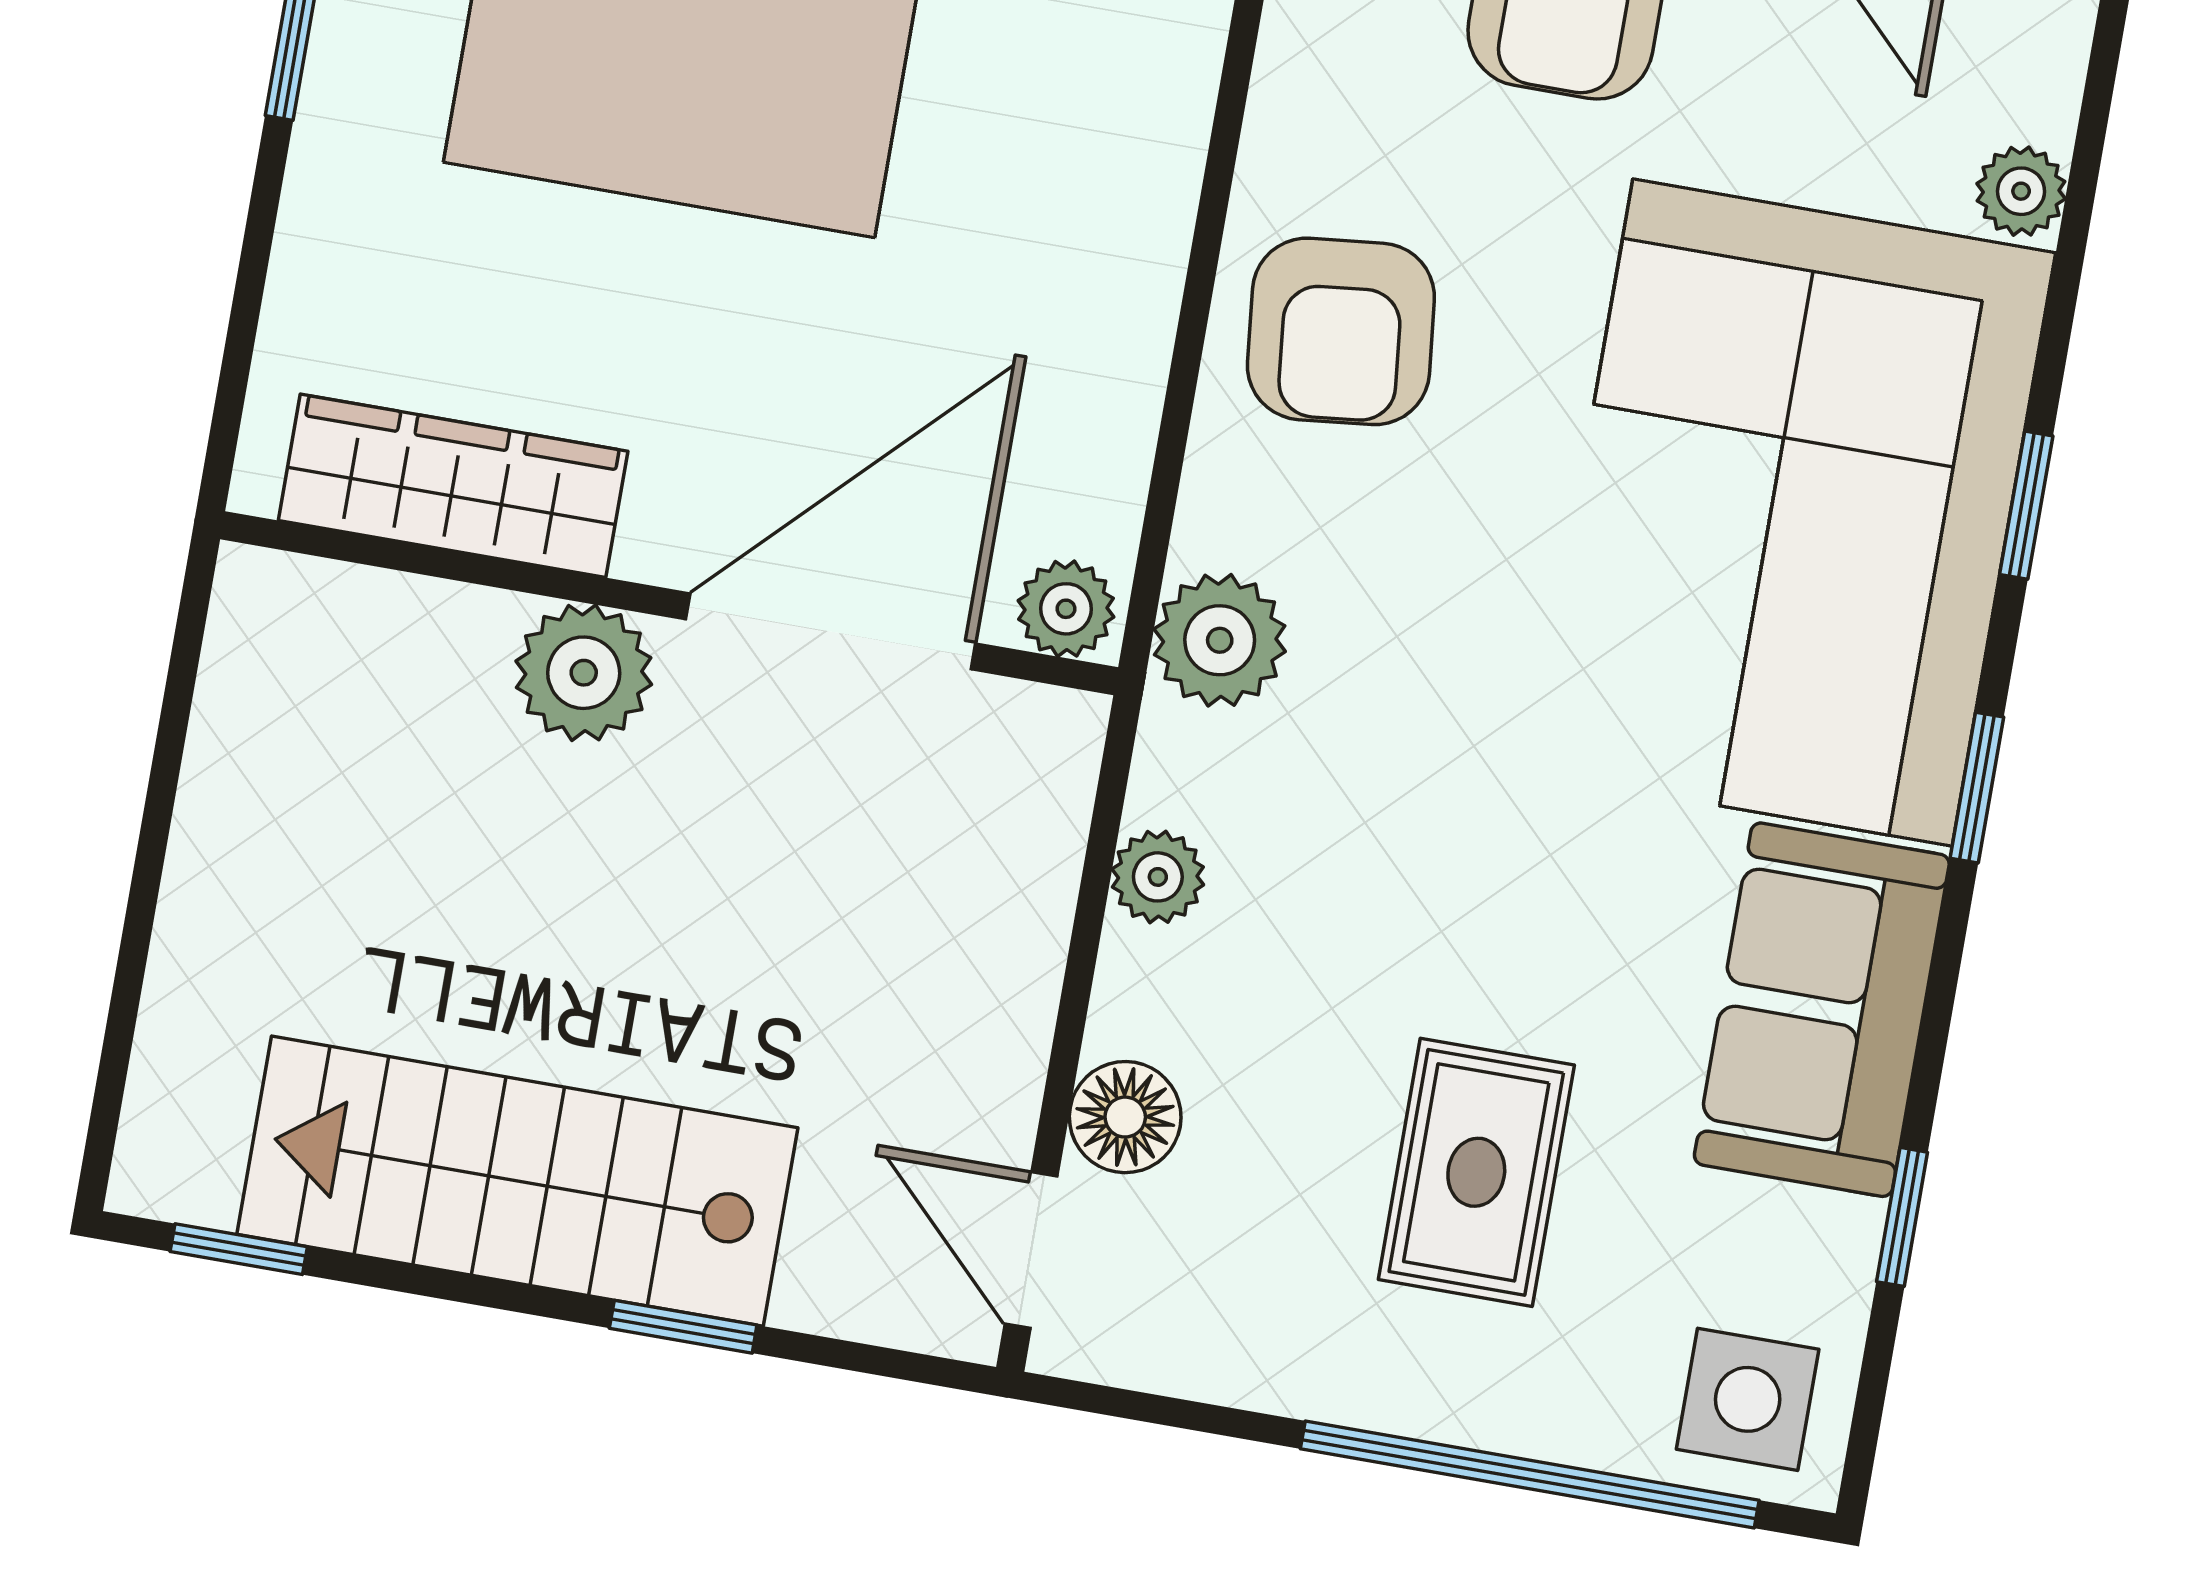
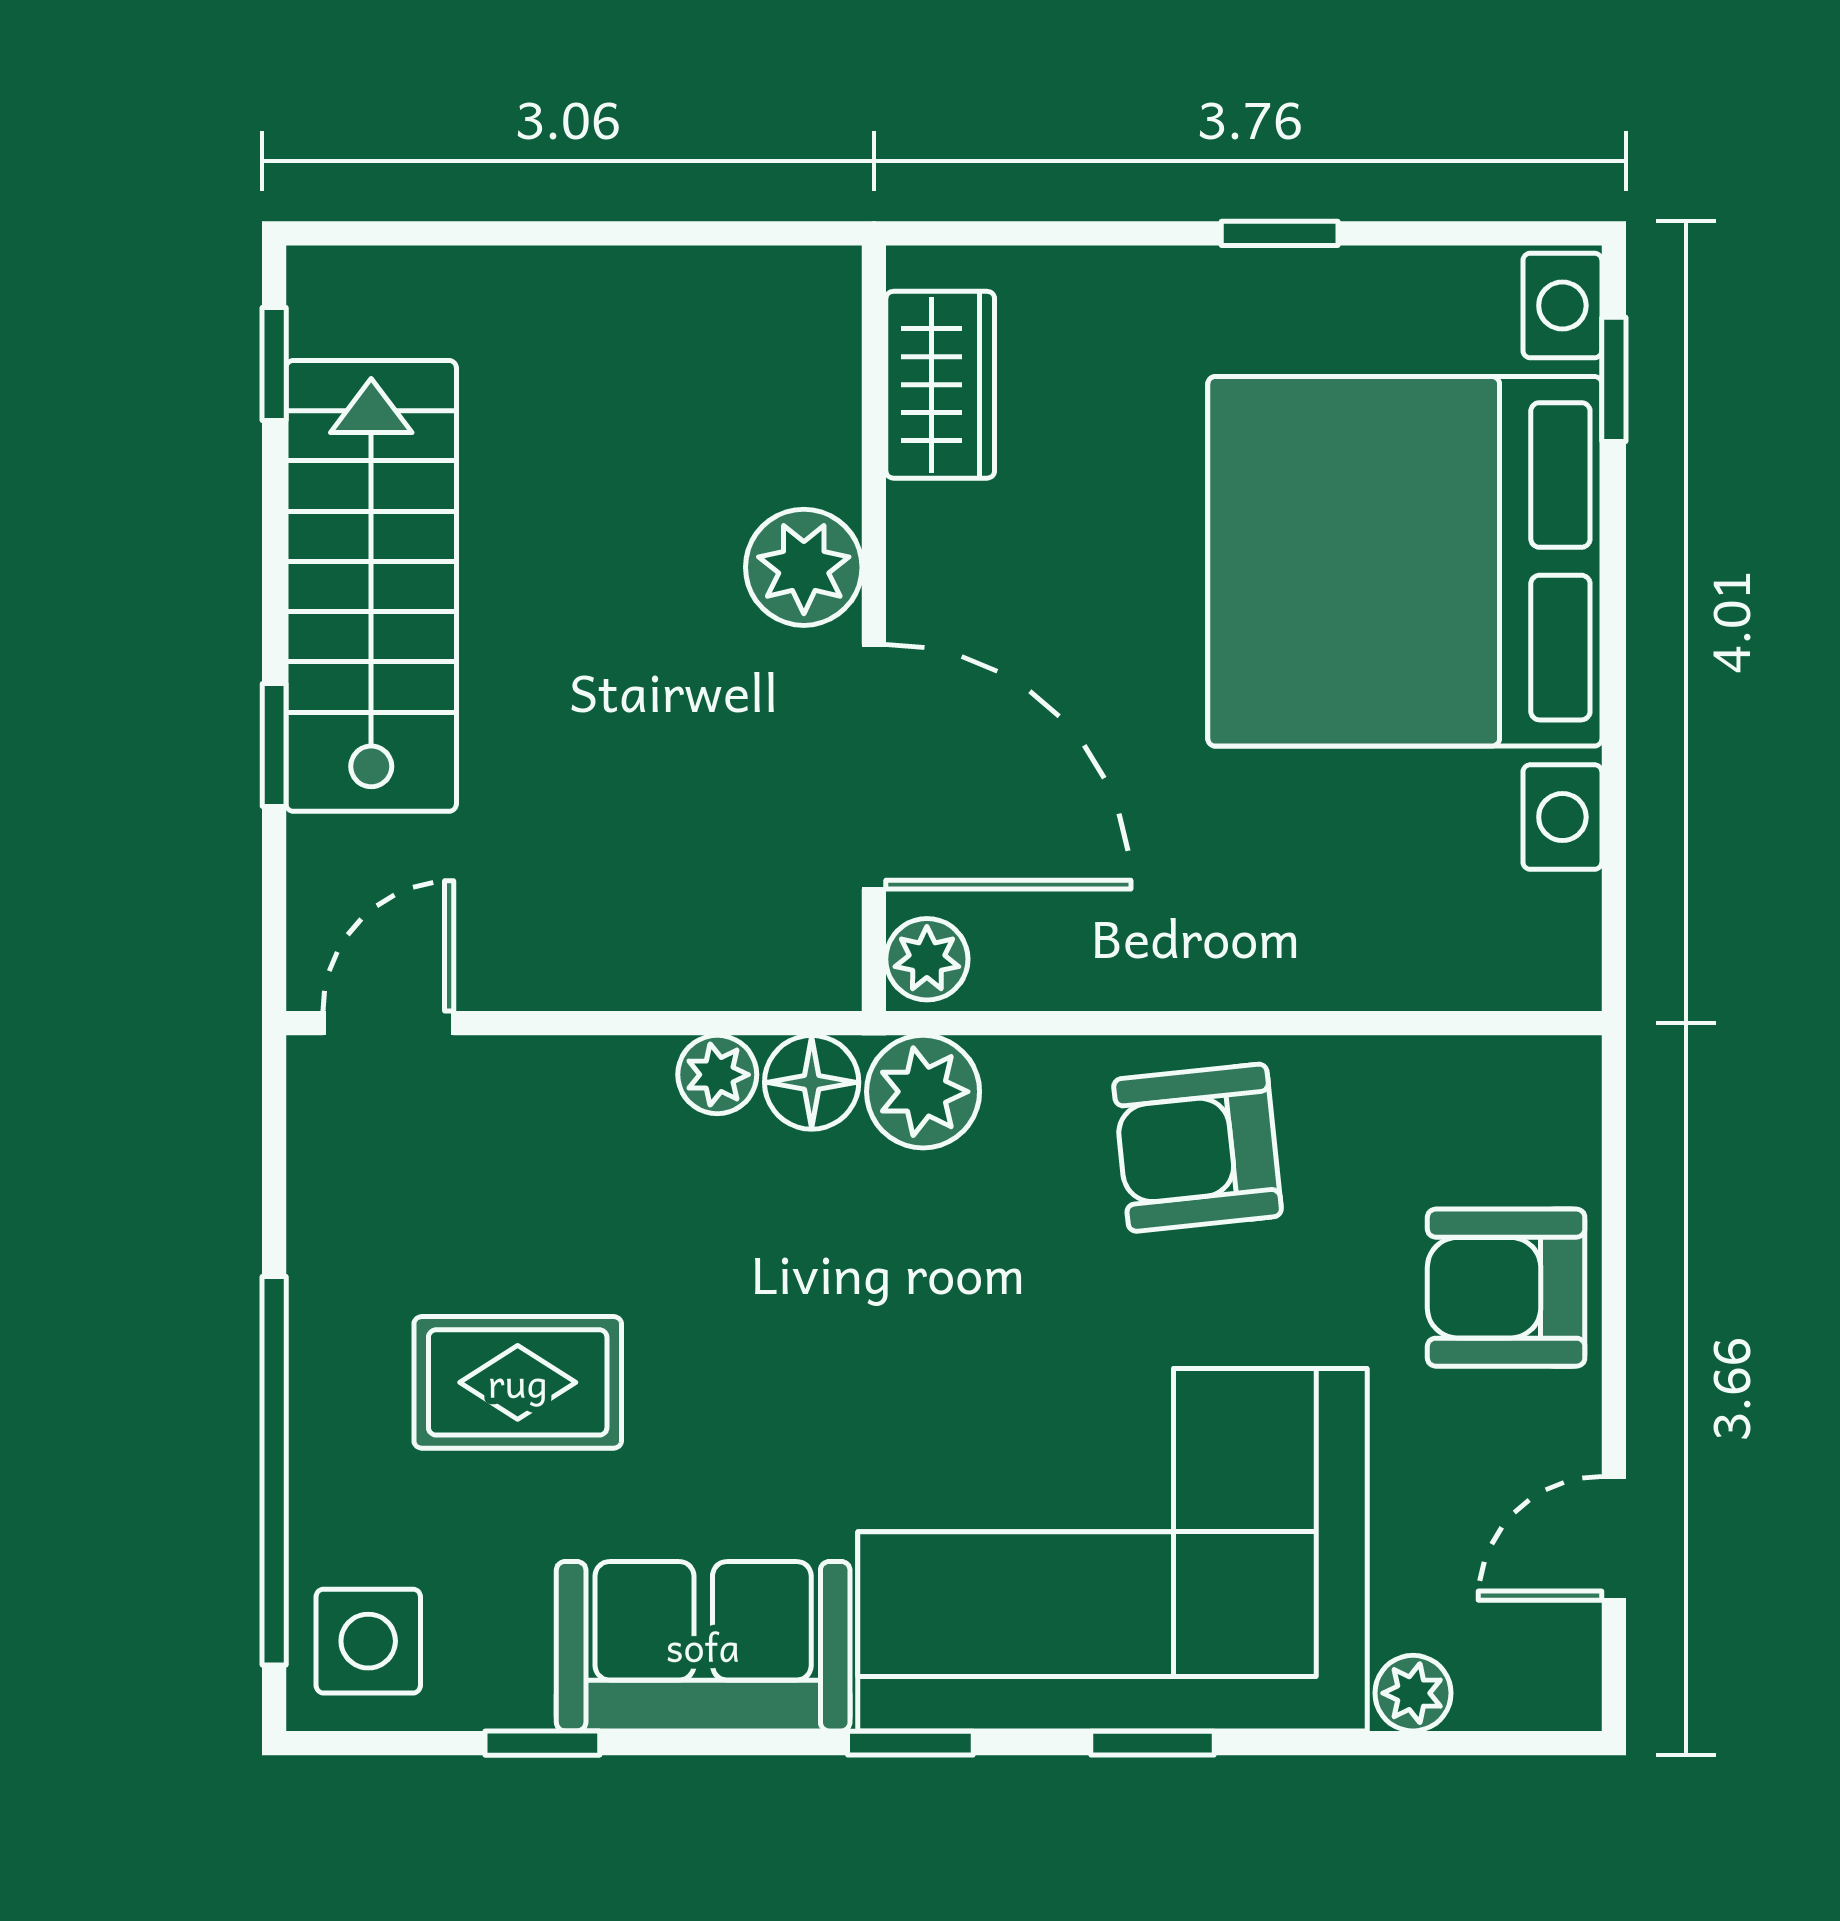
wardrobe: (453, 486) -> (940, 385), width x0.67
floor lamp: (1125, 1117) -> (812, 1082), moved

